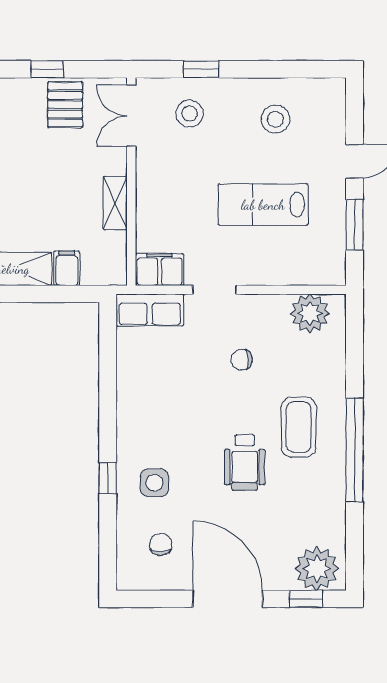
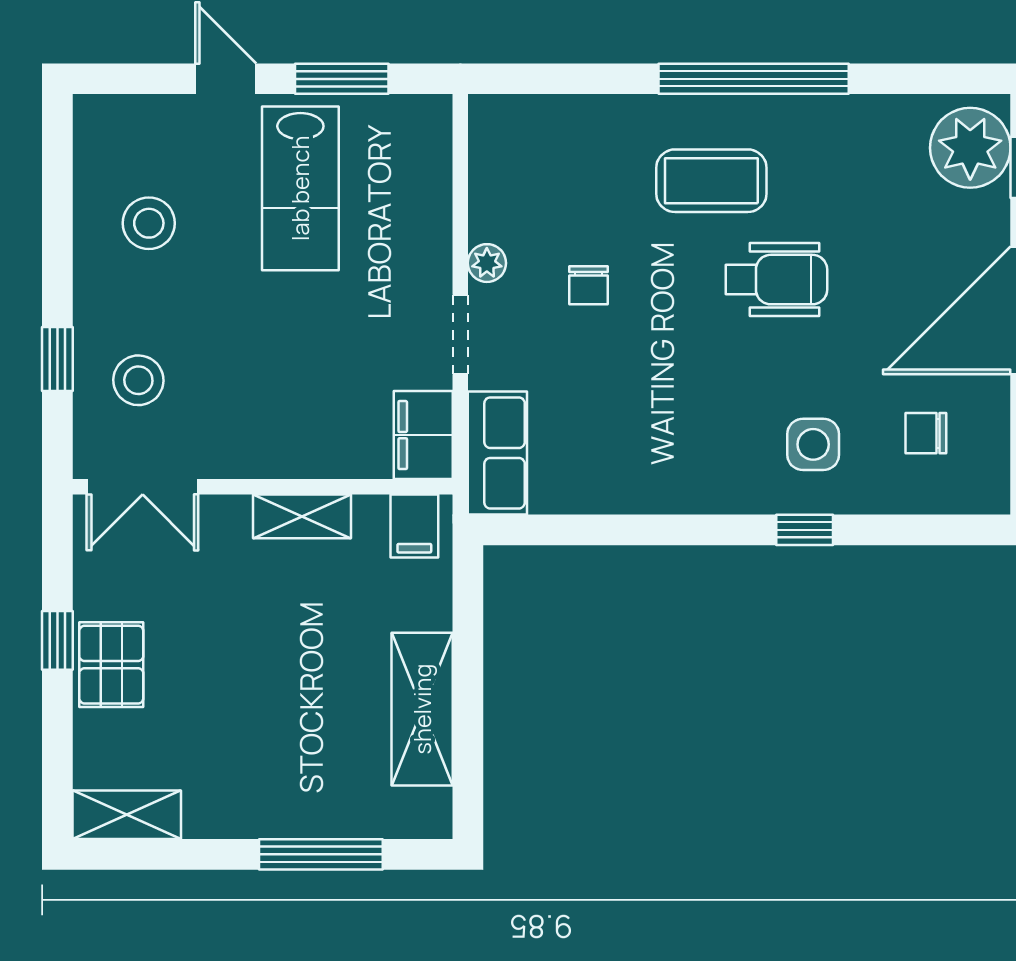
pallet: (65, 105) -> (111, 665), moved, turned 90
lab bench: (263, 205) -> (300, 188), moved
filing cabinet: (67, 268) -> (414, 526), moved, turned -90
plant: (310, 313) -> (487, 263), moved, width x0.53, depth x0.53

